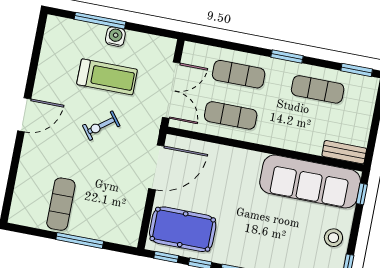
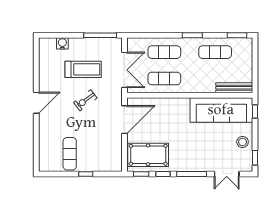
window: (100, 21) -> (100, 35), moved
water cooler: (115, 37) -> (62, 43), moved
bench: (344, 152) -> (234, 88), width x1.36
window: (80, 240) -> (86, 174), width x0.46

